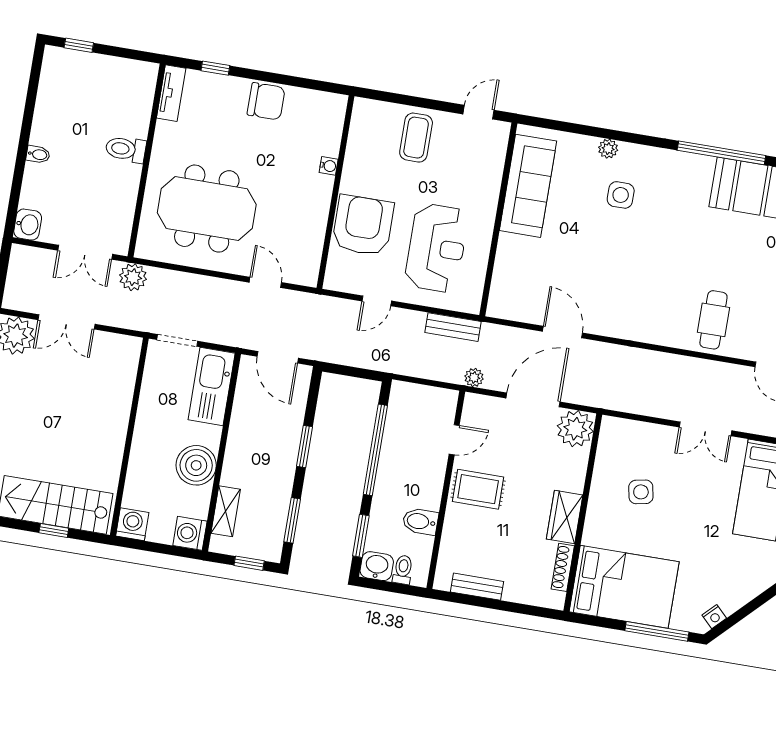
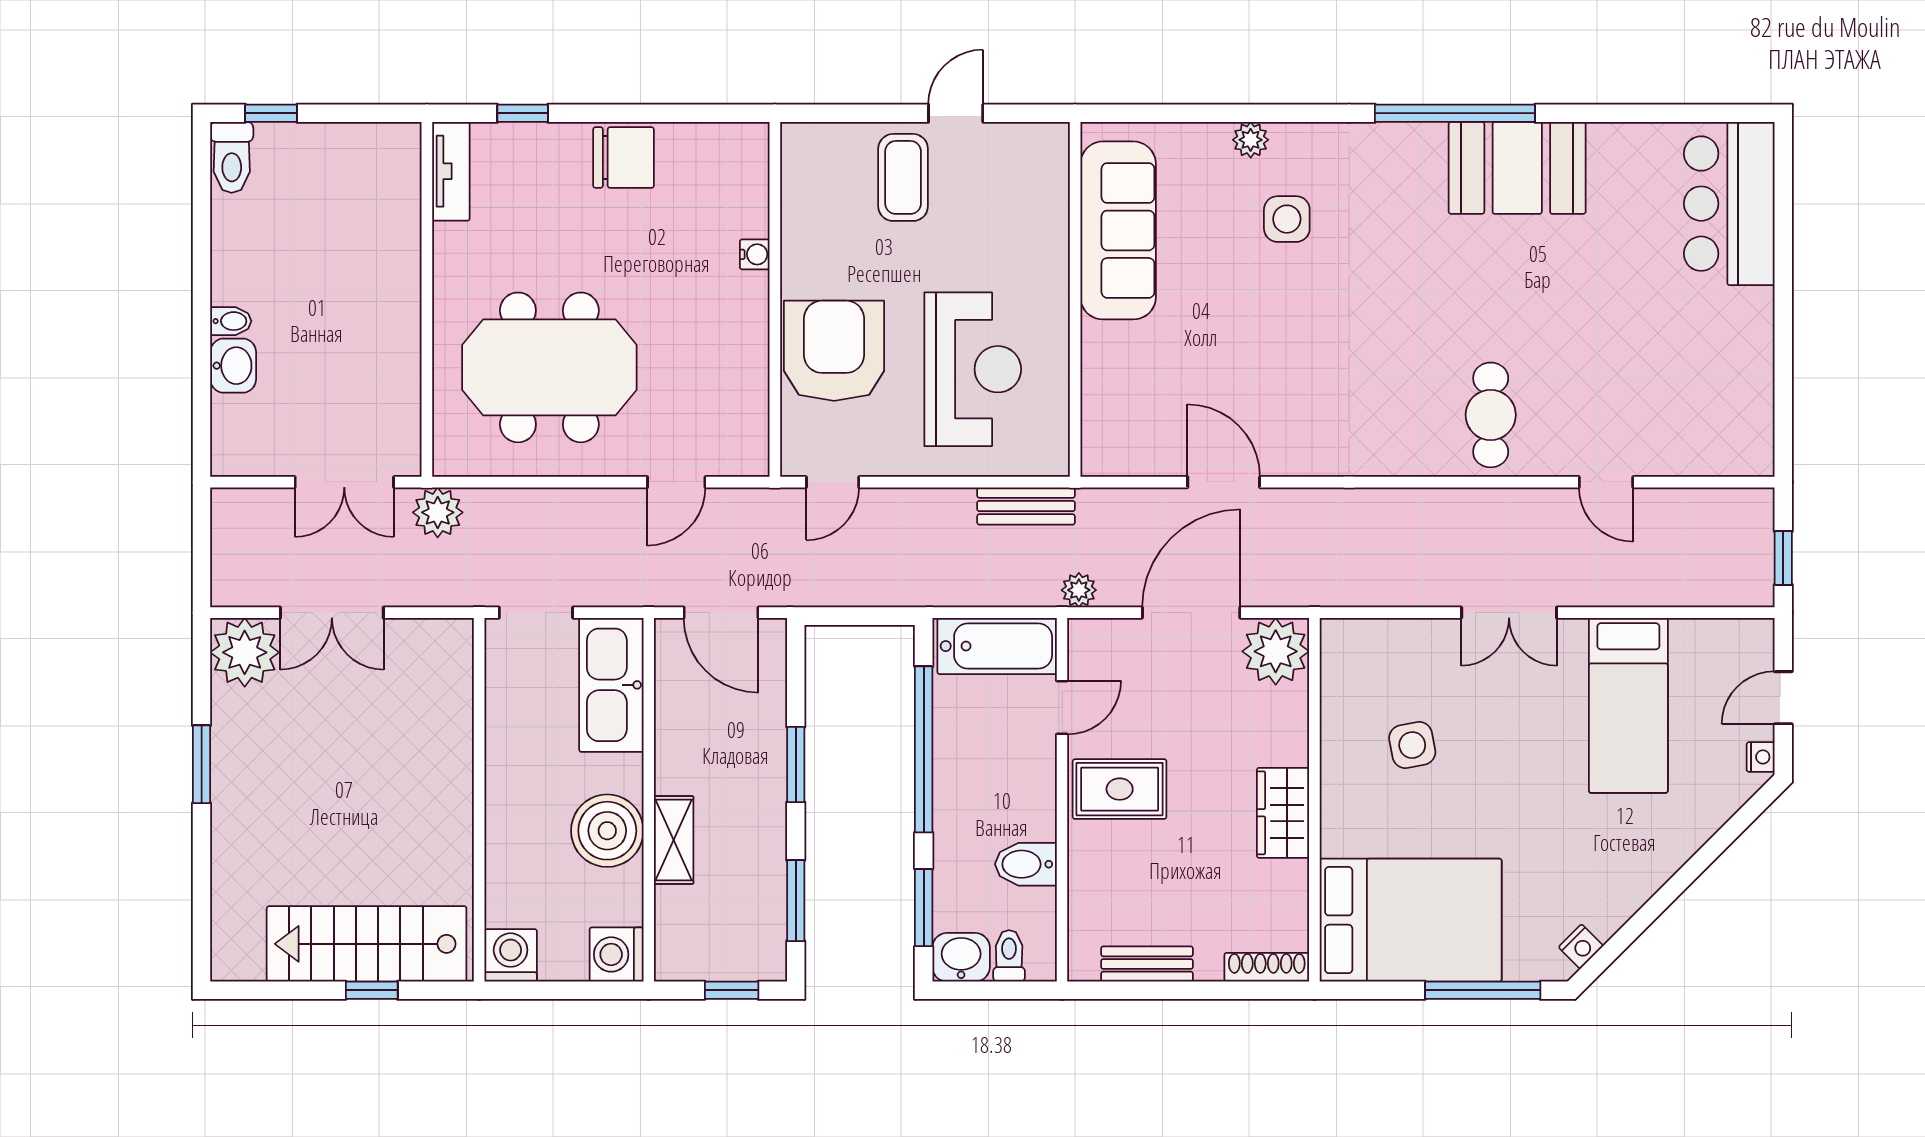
door: (478, 112) -> (956, 113), moved
toilet: (126, 149) -> (232, 157), moved, turned -90
washbasin: (28, 225) -> (233, 366), moved
door: (265, 282) -> (676, 482), swing flipped
door: (377, 301) -> (833, 482), moved
bathtub: (425, 400) -> (997, 646), added
shelving: (226, 511) -> (674, 840), moved
shoe rack: (563, 567) -> (1267, 967), moved, turned 90

